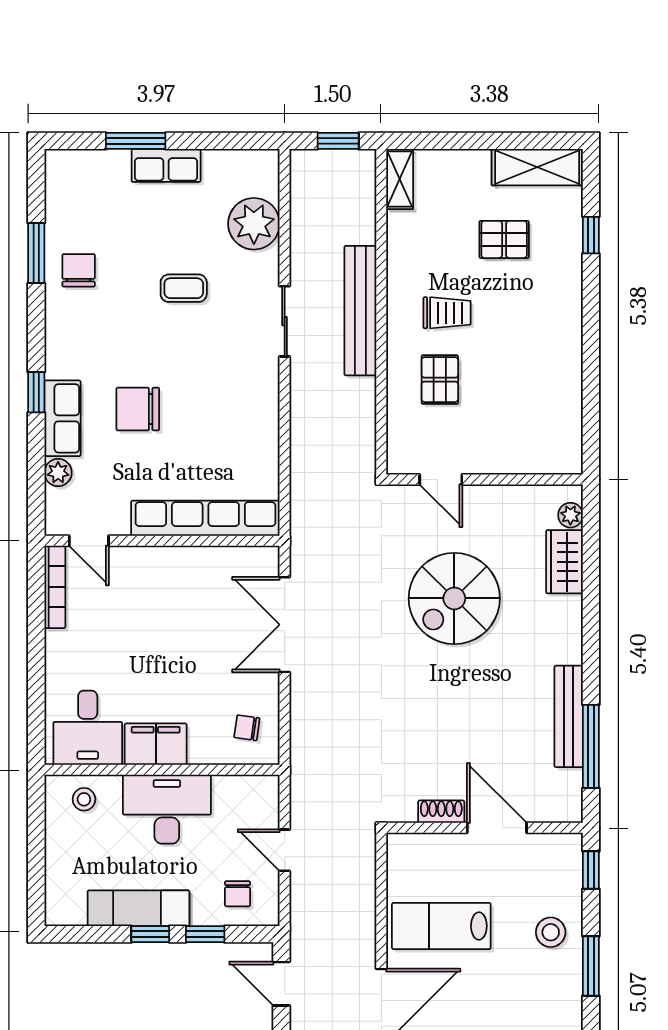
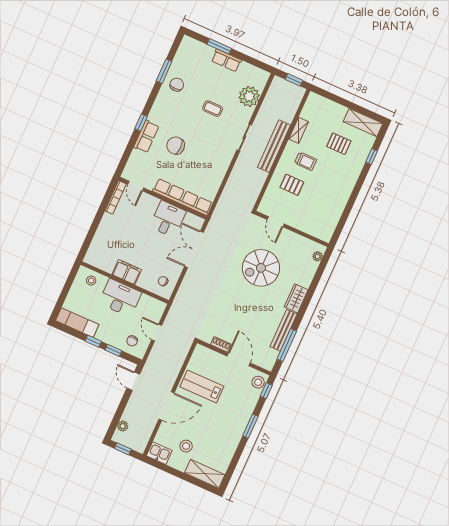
shelving: (400, 179) -> (299, 130), moved
pallet: (440, 380) -> (292, 185), turned 90
plant: (58, 473) -> (136, 156), removed
wardrobe: (564, 562) -> (296, 298), moved
desk: (88, 728) -> (168, 219), moved, turned 180
exam couch: (138, 908) -> (77, 323), moved
stool: (551, 932) -> (258, 382), moved

